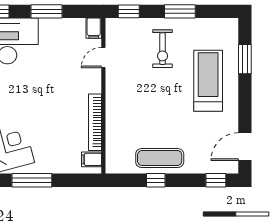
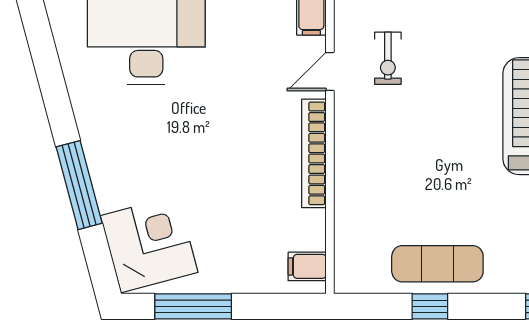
exercise bike: (162, 49) -> (388, 58), moved, width x0.73, depth x0.72
bookcase: (95, 122) -> (314, 153), moved

